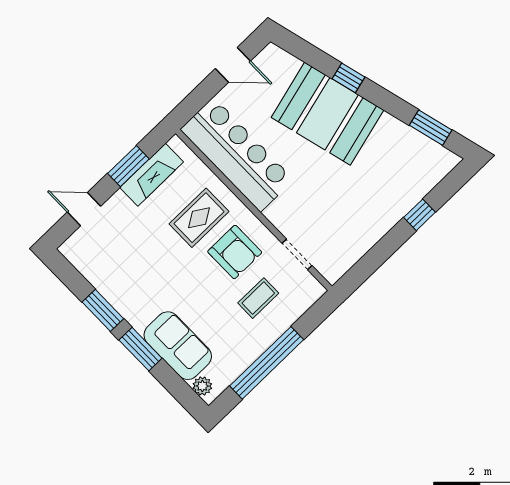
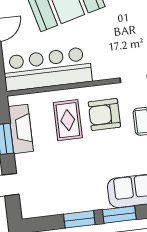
armchair: (235, 252) -> (104, 115), turned 180

